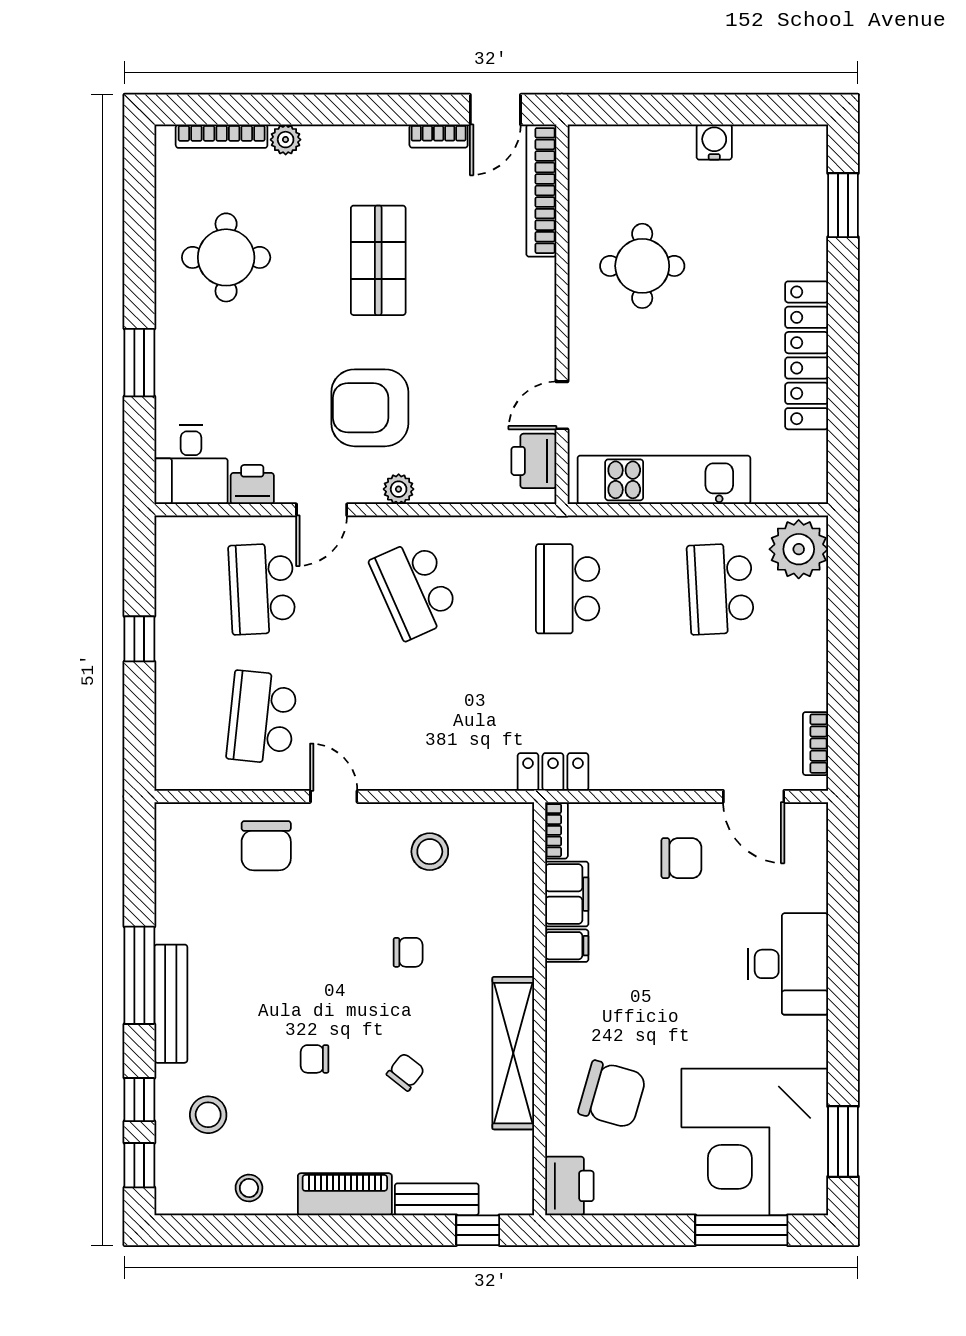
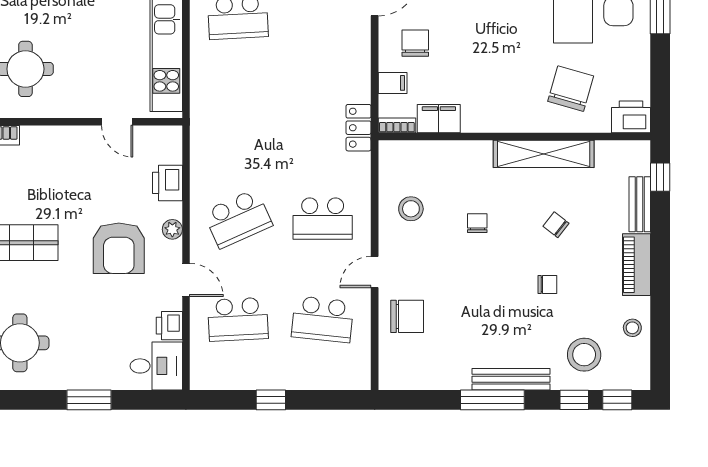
printer: (534, 461) -> (167, 183), moved, turned 90
school desk: (568, 589) -> (323, 219), moved
filing cabinet: (567, 946) -> (393, 83), moved, turned 90
chair: (315, 1059) -> (547, 285), turned -90
stool: (208, 1115) -> (584, 355), width x1.38, depth x1.38

